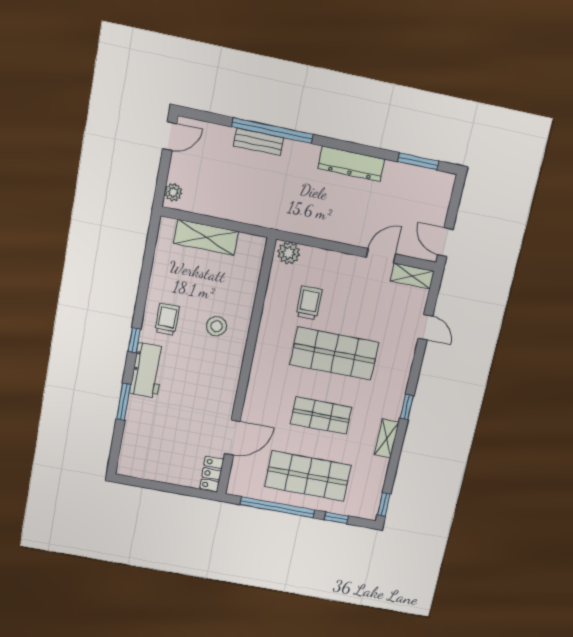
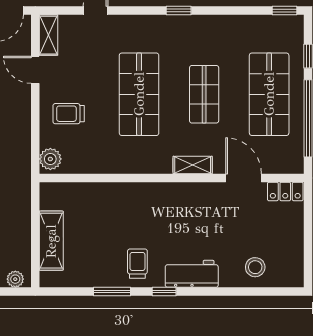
trolley: (309, 303) -> (69, 114), moved
trolley: (167, 319) -> (137, 264), turned 90
stool: (217, 326) -> (255, 267), moved
window: (124, 402) -> (112, 292), moved
shelving: (387, 438) -> (193, 165), moved

